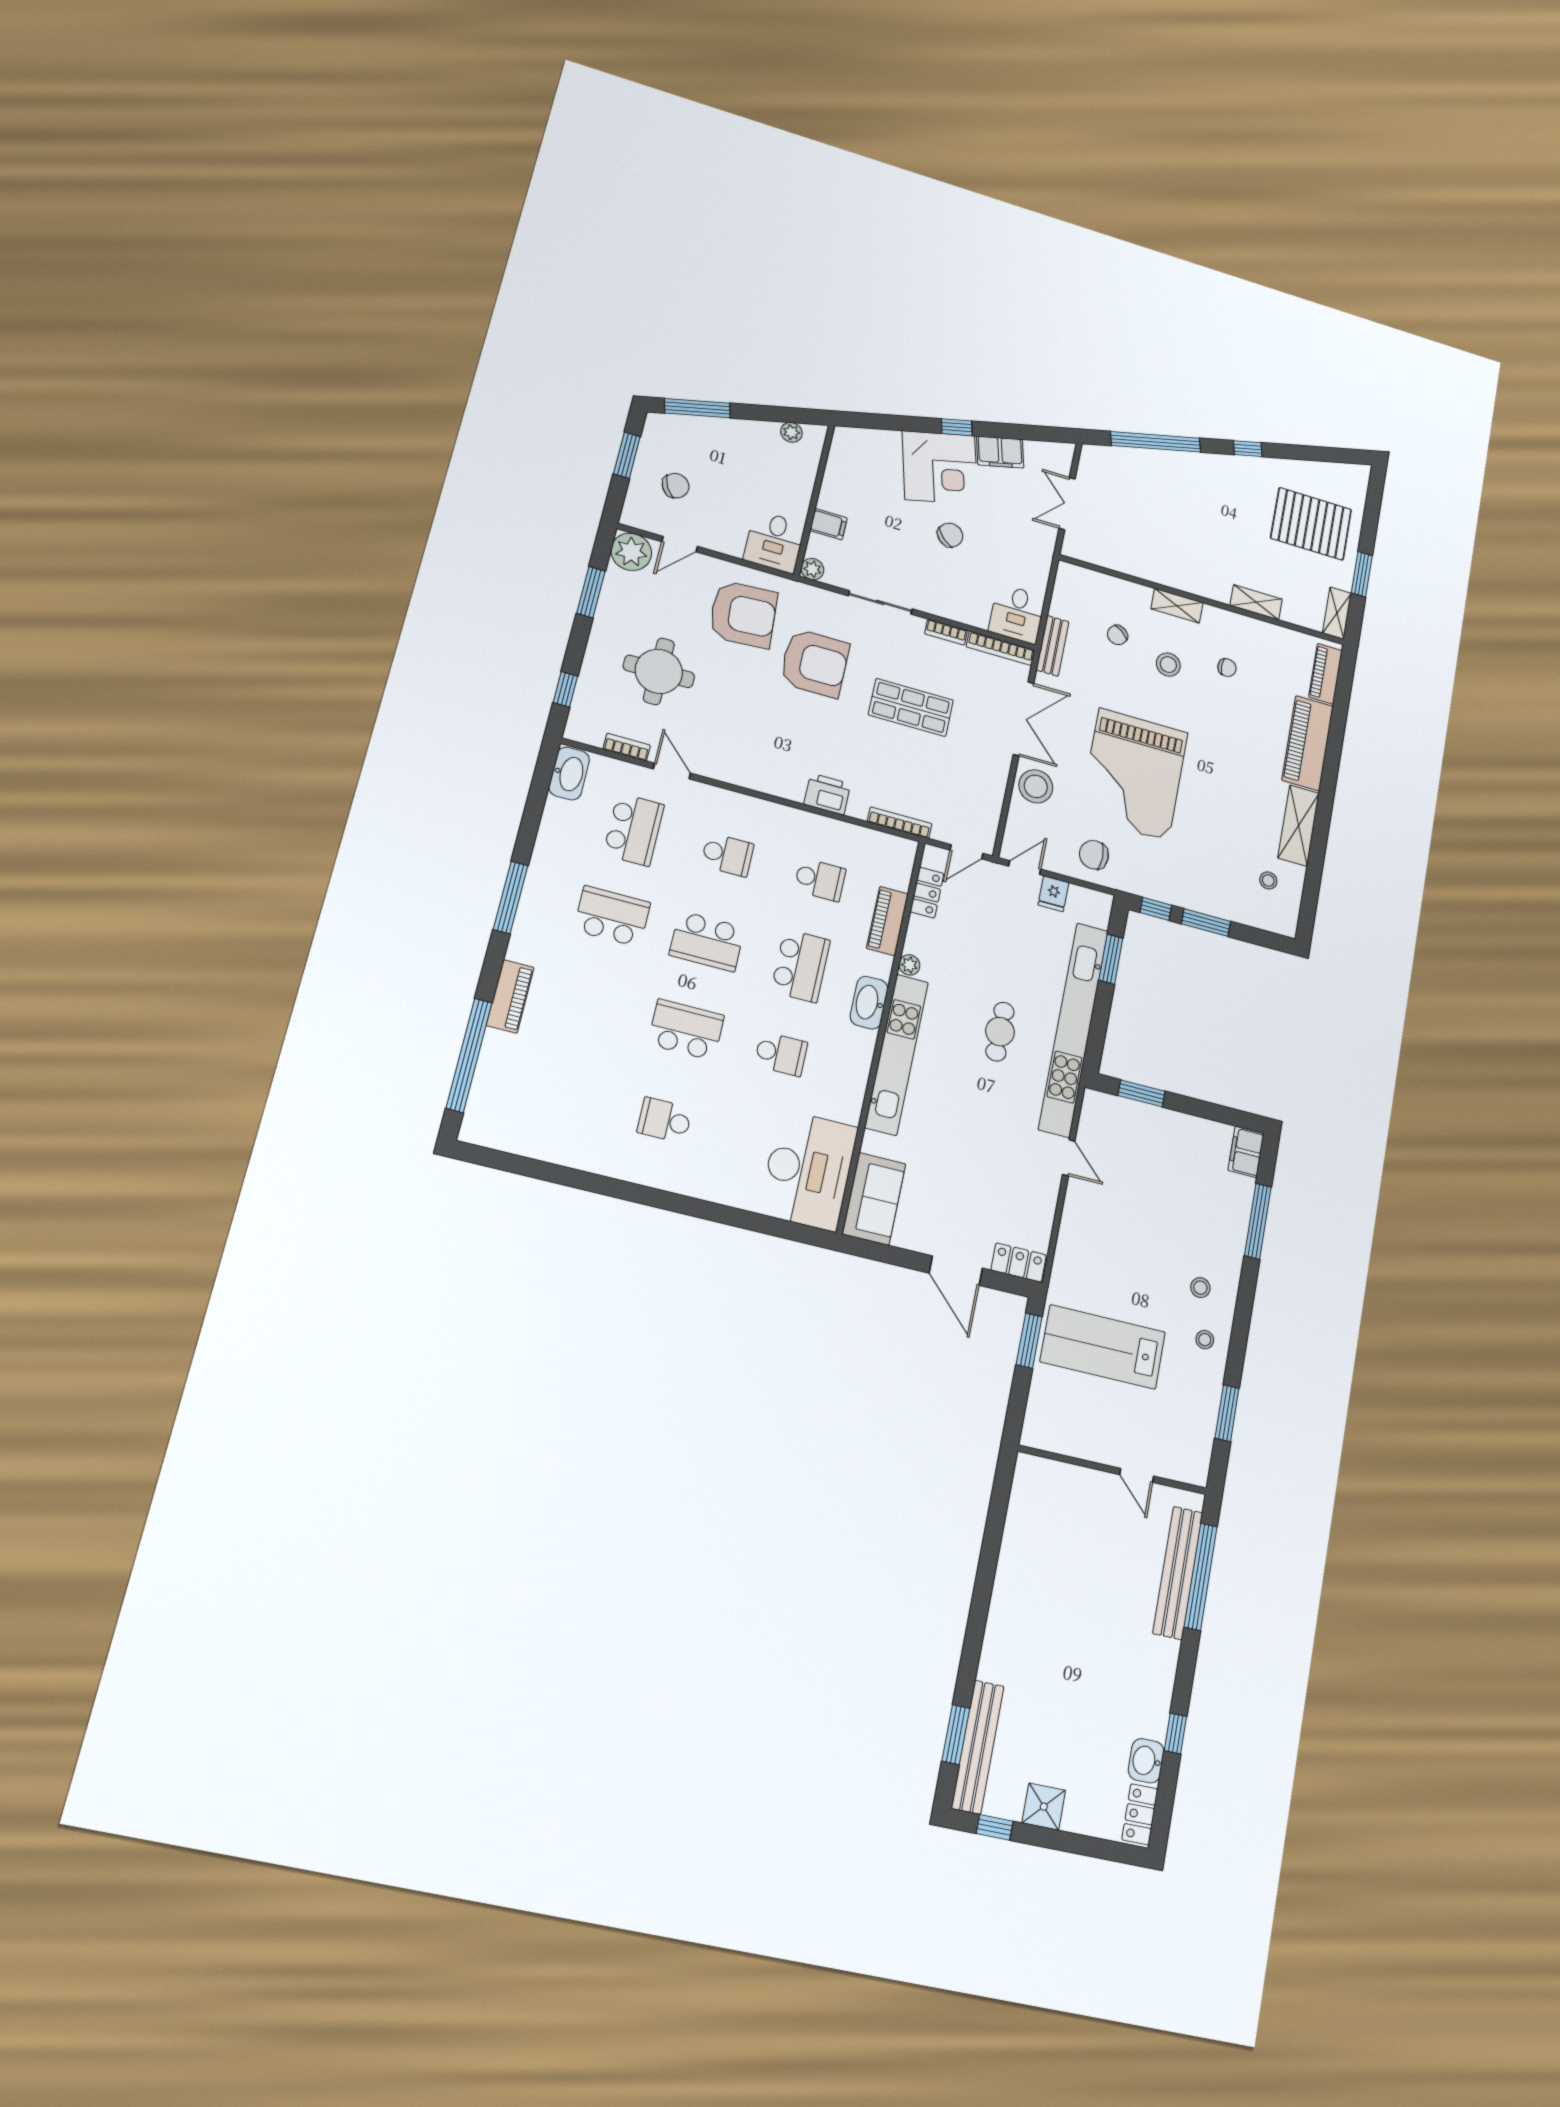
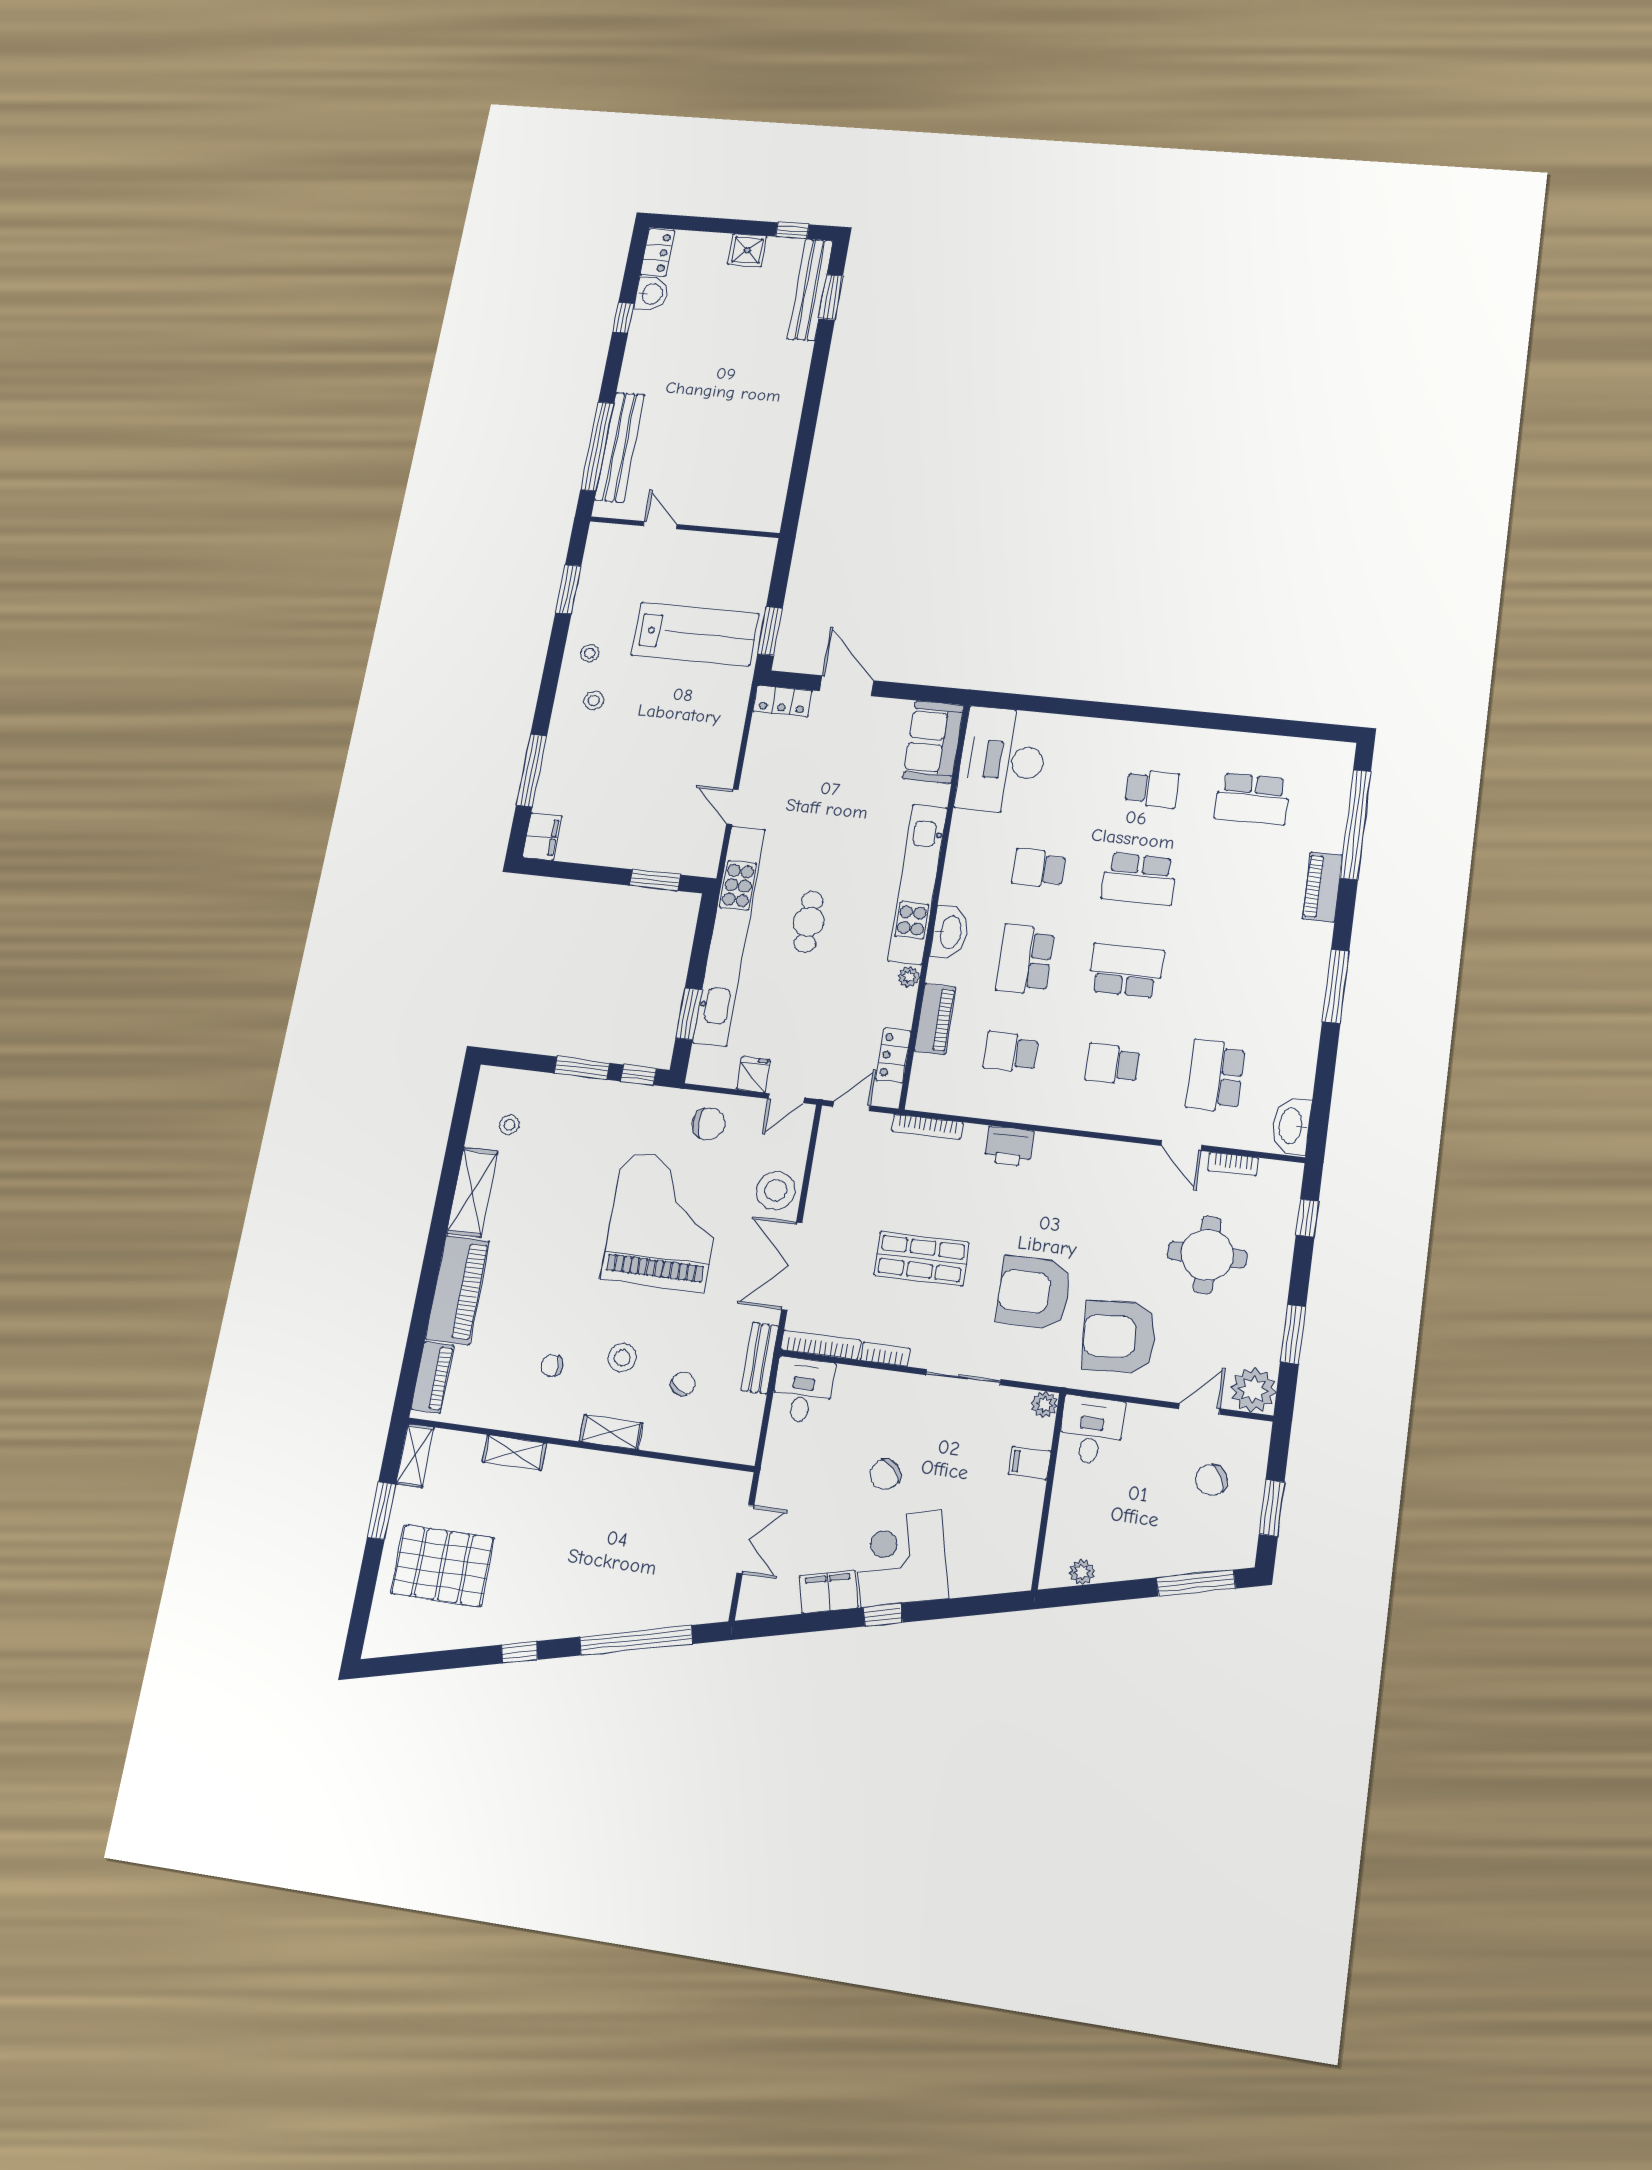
school desk: (612, 916) -> (1252, 799), moved

